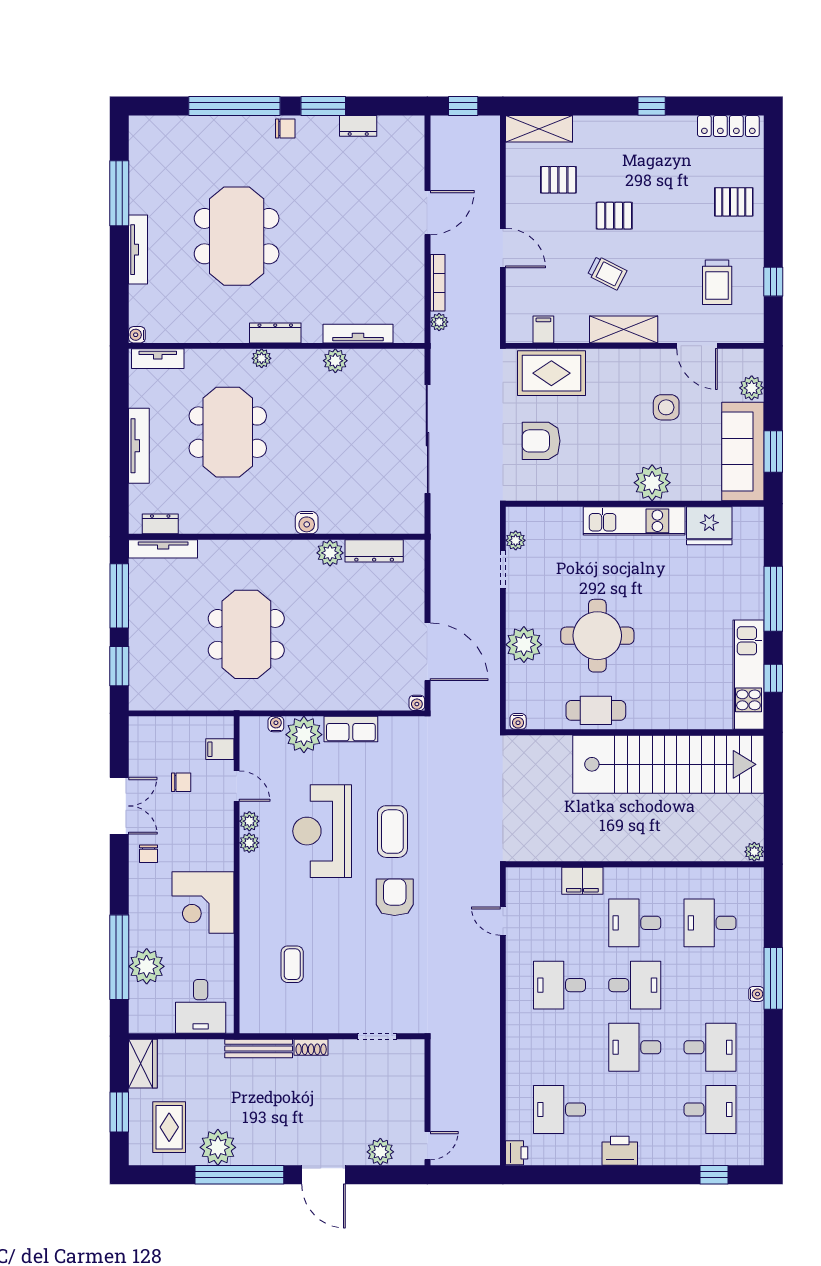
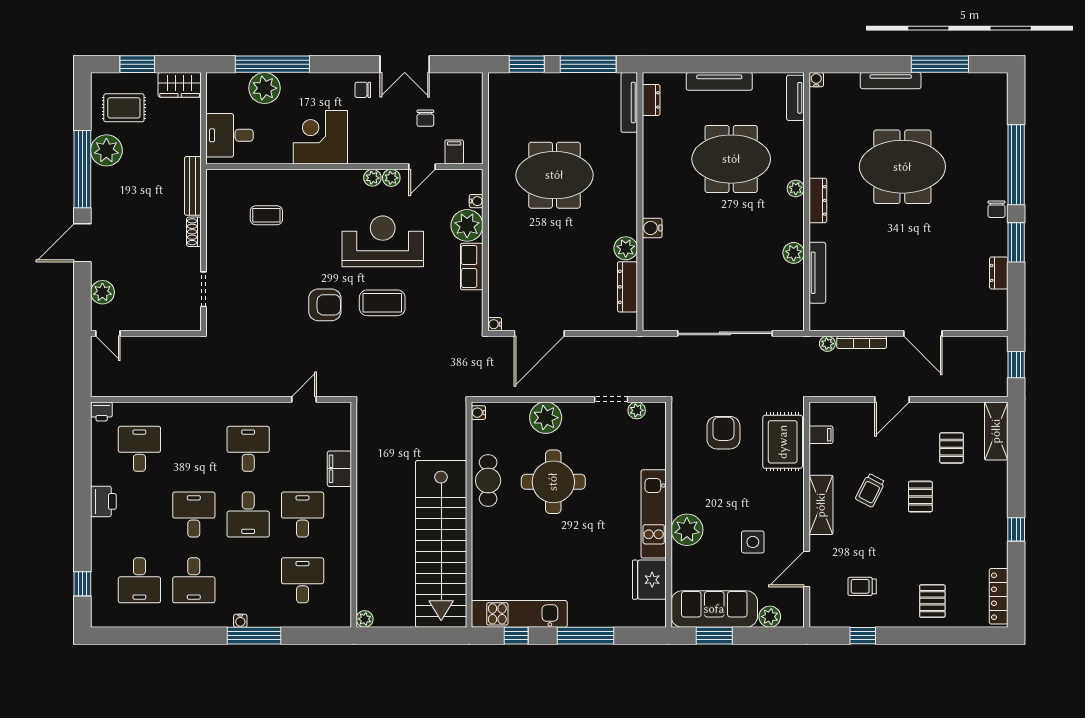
trolley: (717, 282) -> (862, 586), width x0.73, depth x0.72

